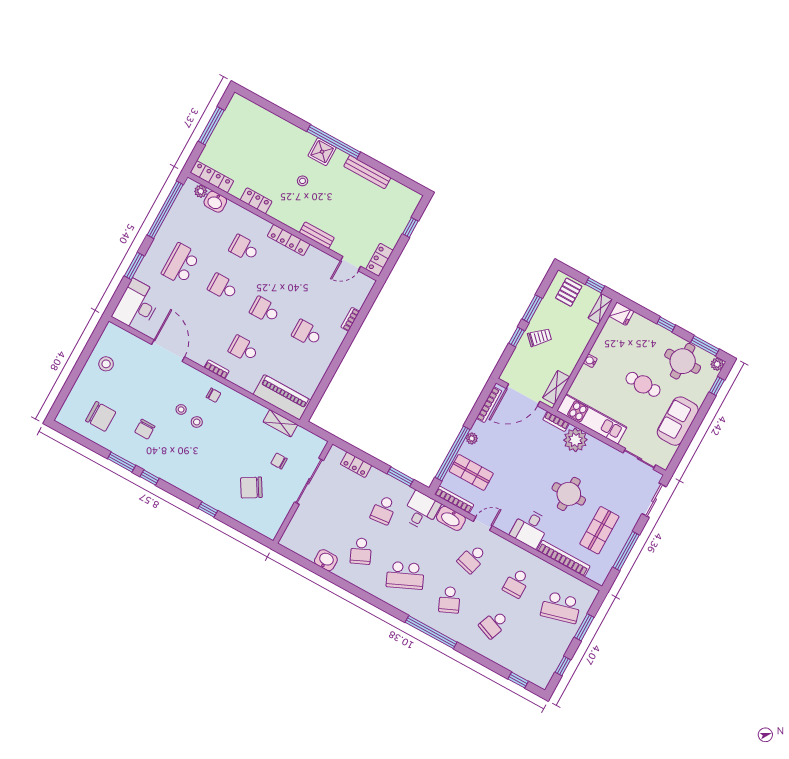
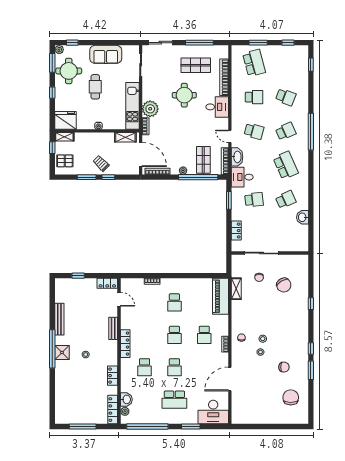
fridge: (621, 314) -> (65, 120), width x1.88, depth x1.34
stool: (106, 364) -> (258, 411), removed

